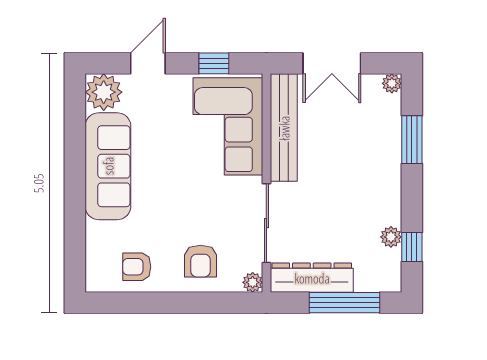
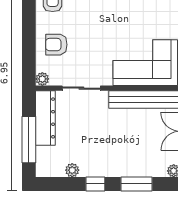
sliding door: (266, 223) -> (81, 88), width x0.73
window: (412, 247) -> (95, 184), moved

